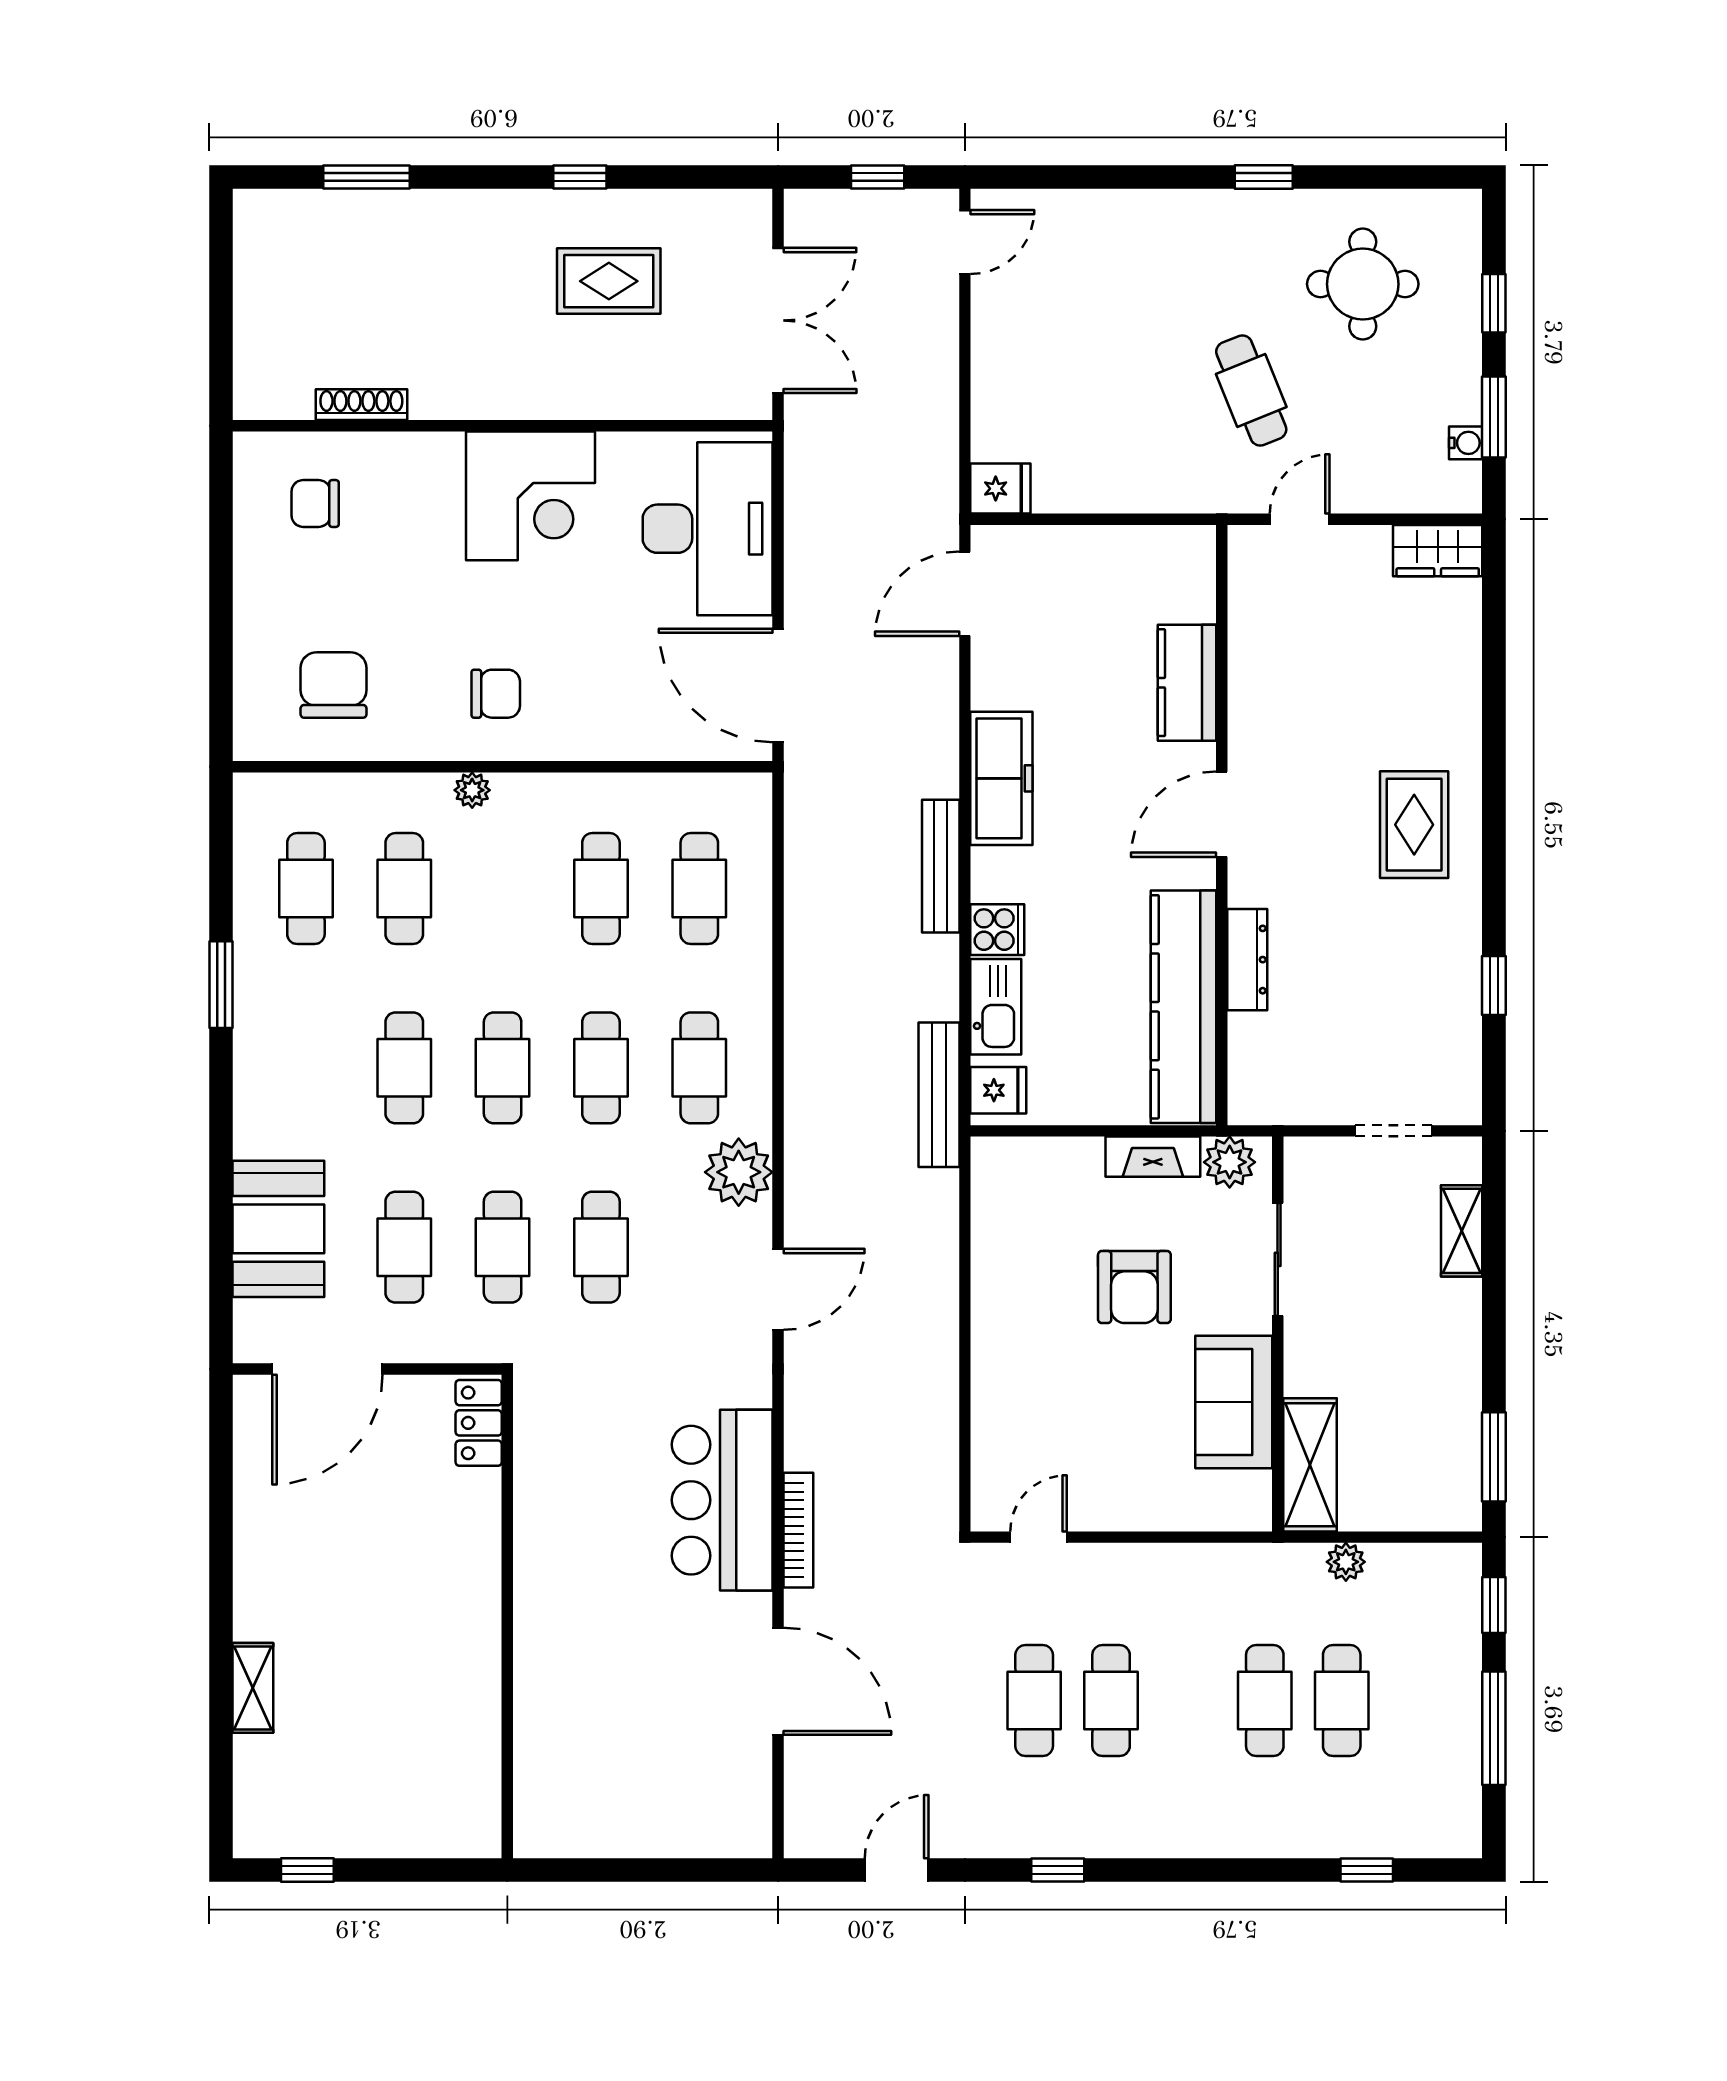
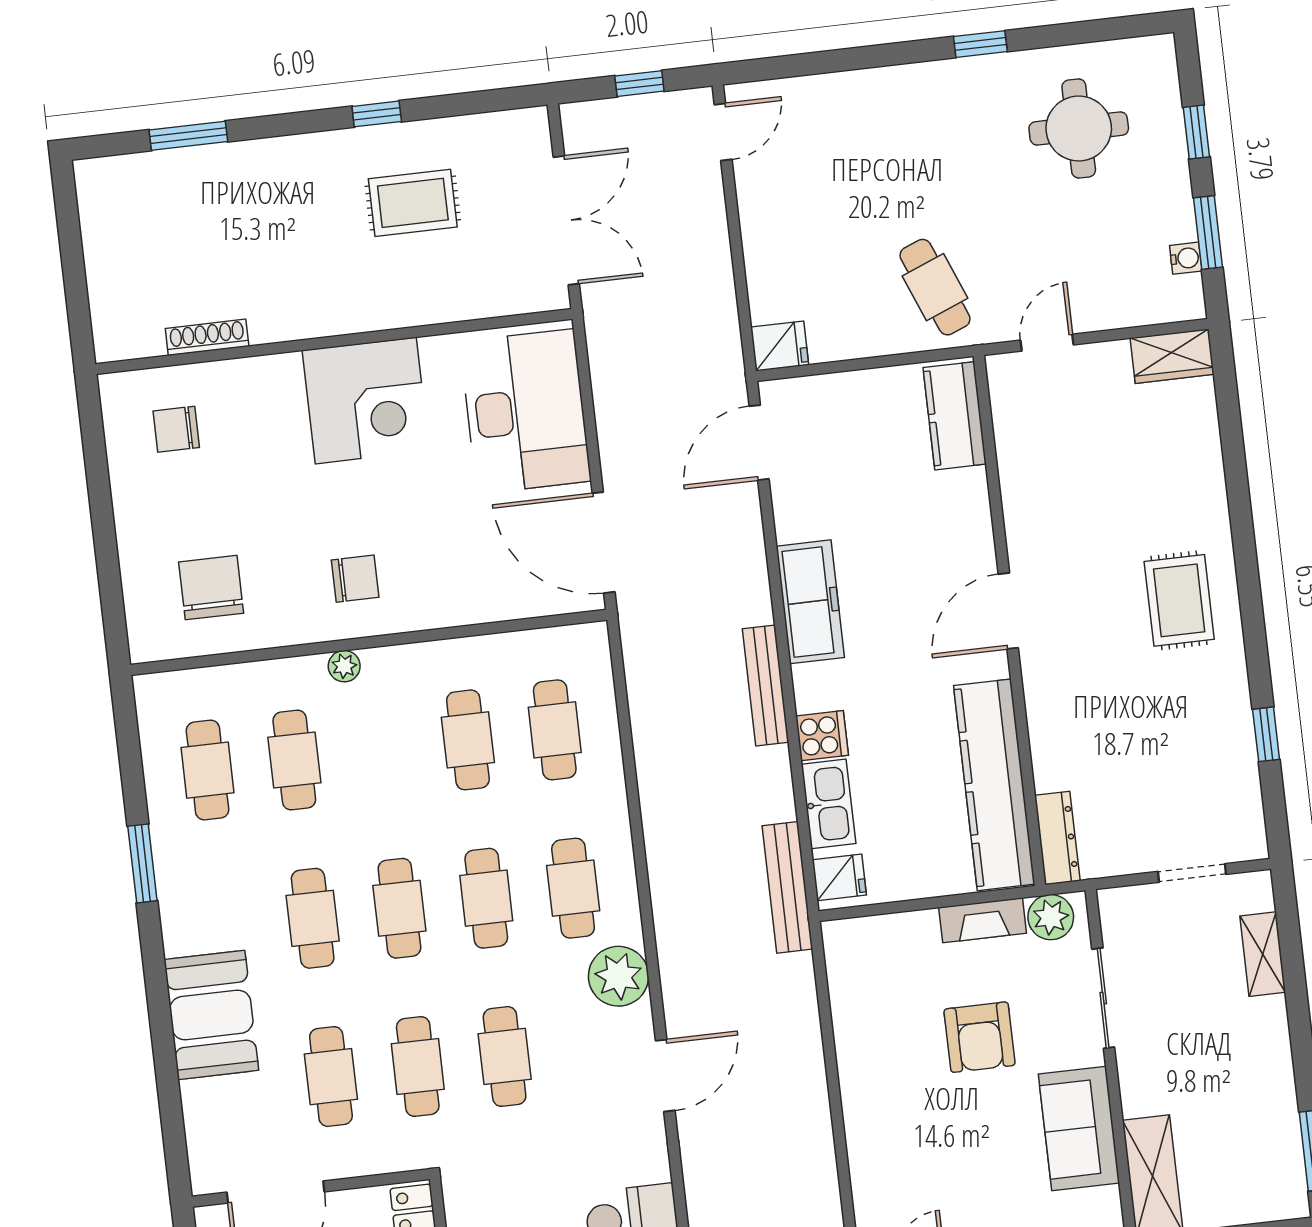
cafe table: (1251, 390) -> (935, 287), moved
kitchen counter: (1187, 683) -> (955, 416), moved
dresser: (1247, 960) -> (1057, 838), moved
booth: (278, 1229) -> (211, 1015), moved

